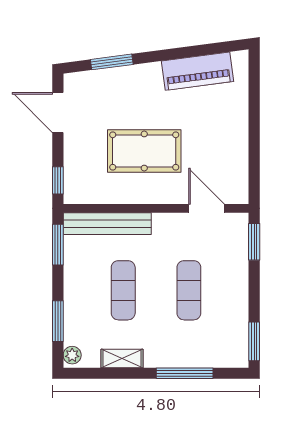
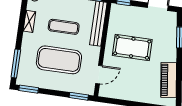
pool table: (144, 151) -> (132, 47), turned 90
exercise mat: (189, 290) -> (59, 60), width x2.00, depth x1.45
window: (185, 373) -> (16, 63), moved

